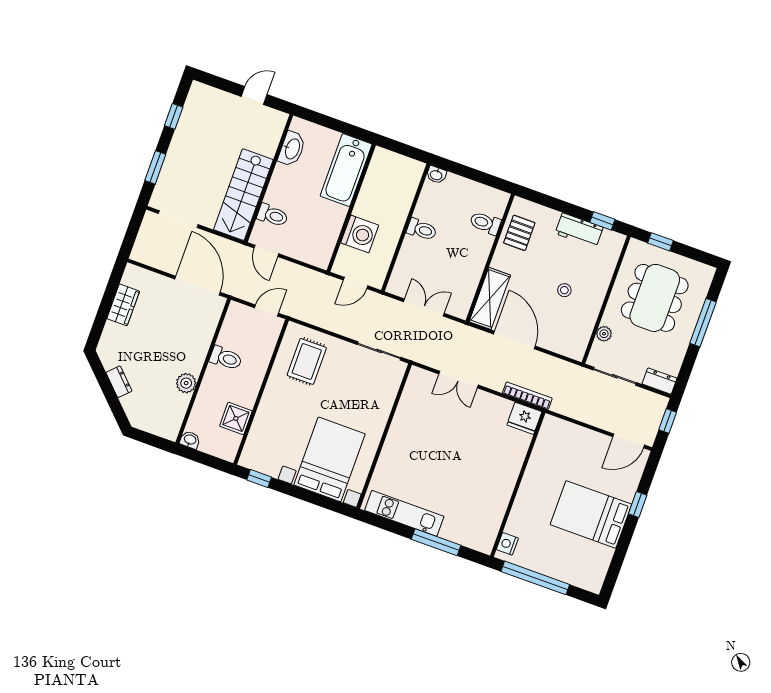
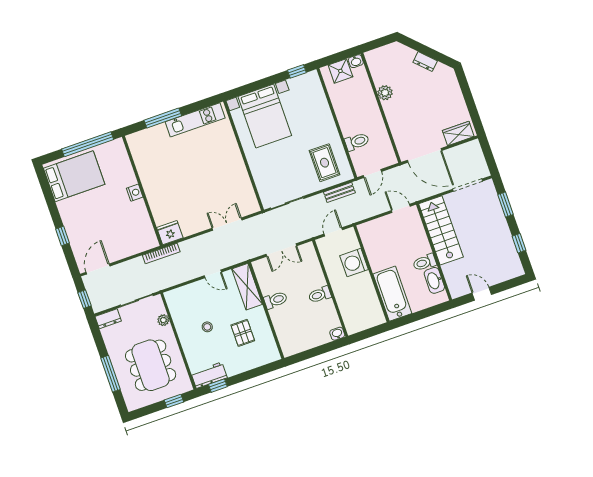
door: (254, 95) -> (482, 294), swing flipped
toilet: (273, 215) -> (425, 262), moved
toilet: (485, 223) -> (276, 300), moved
workbench: (579, 230) -> (209, 375), moved
pallet: (519, 233) -> (243, 333), moved
wardrobe: (123, 305) -> (458, 133), moved, turned 90
bench: (316, 318) -> (339, 192), added
door: (514, 340) -> (213, 274), width x0.53
toilet: (226, 358) -> (357, 142), moved, turned 180
bookcase: (527, 396) -> (161, 253), moved
shower: (236, 418) -> (340, 71), moved
bed: (591, 514) -> (74, 176), moved
nightstand: (507, 544) -> (135, 193), moved

